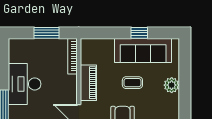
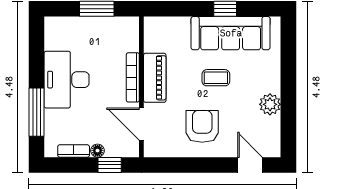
bookcase: (72, 56) -> (133, 77), moved
plant: (172, 85) -> (270, 104), moved

